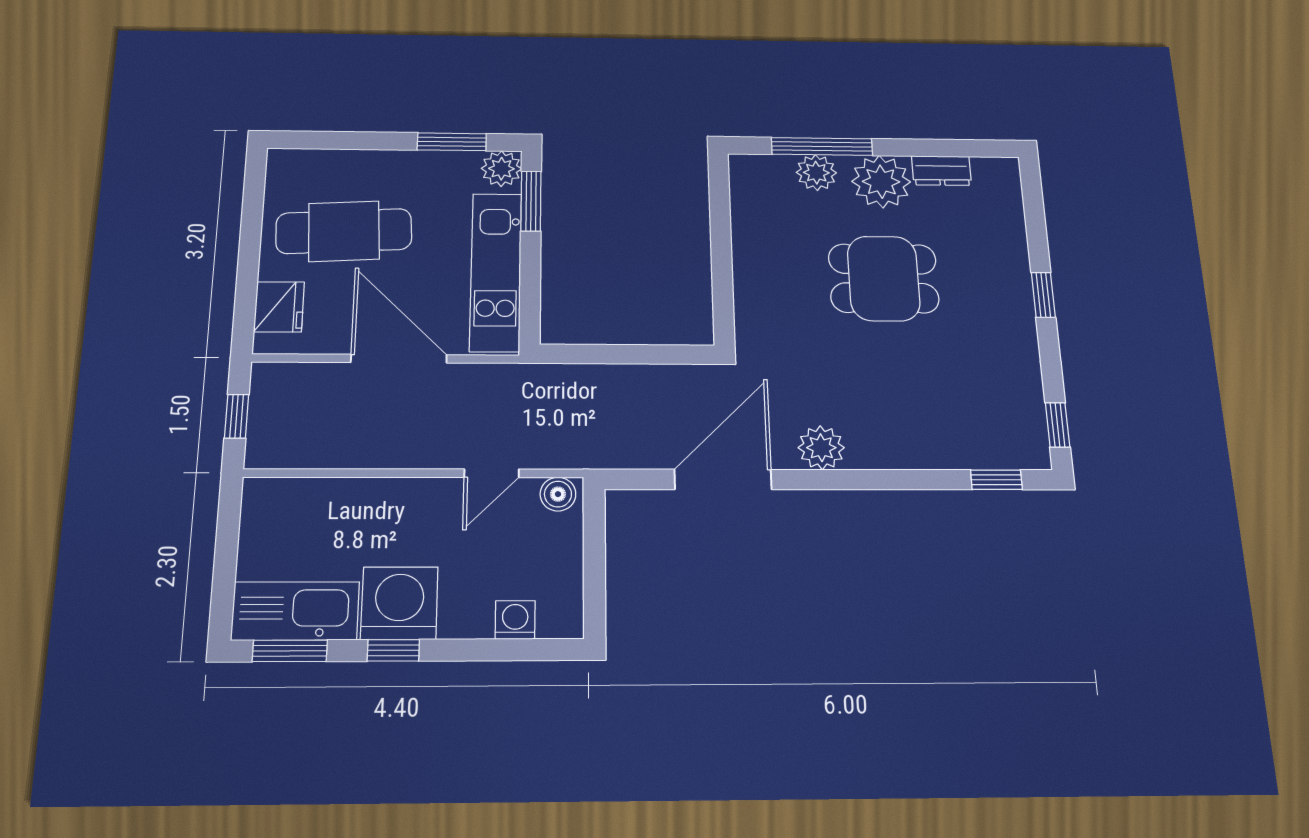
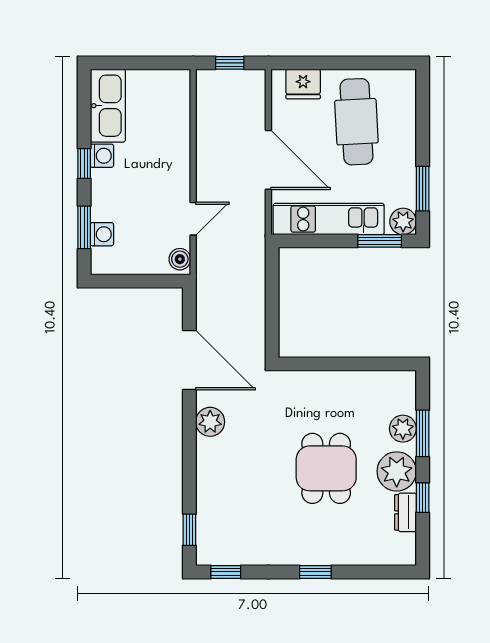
window: (822, 146) -> (423, 433), width x0.69
window: (918, 148) -> (423, 498), added
door: (399, 359) -> (268, 160), hinge flipped
door: (492, 473) -> (193, 219), swing flipped
washing machine: (399, 603) -> (102, 156), width x0.53, depth x0.53
window: (290, 651) -> (84, 227), moved

